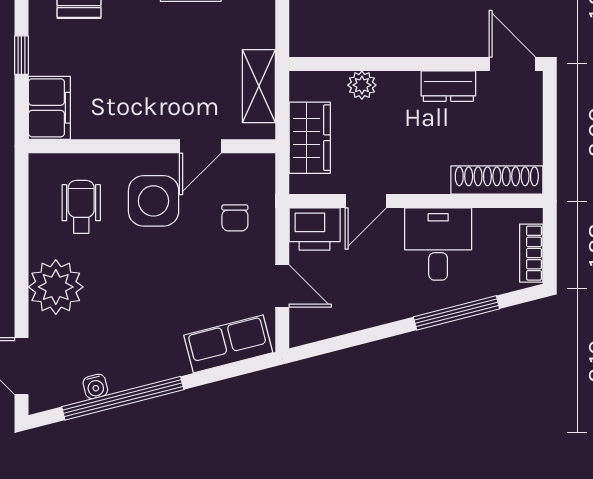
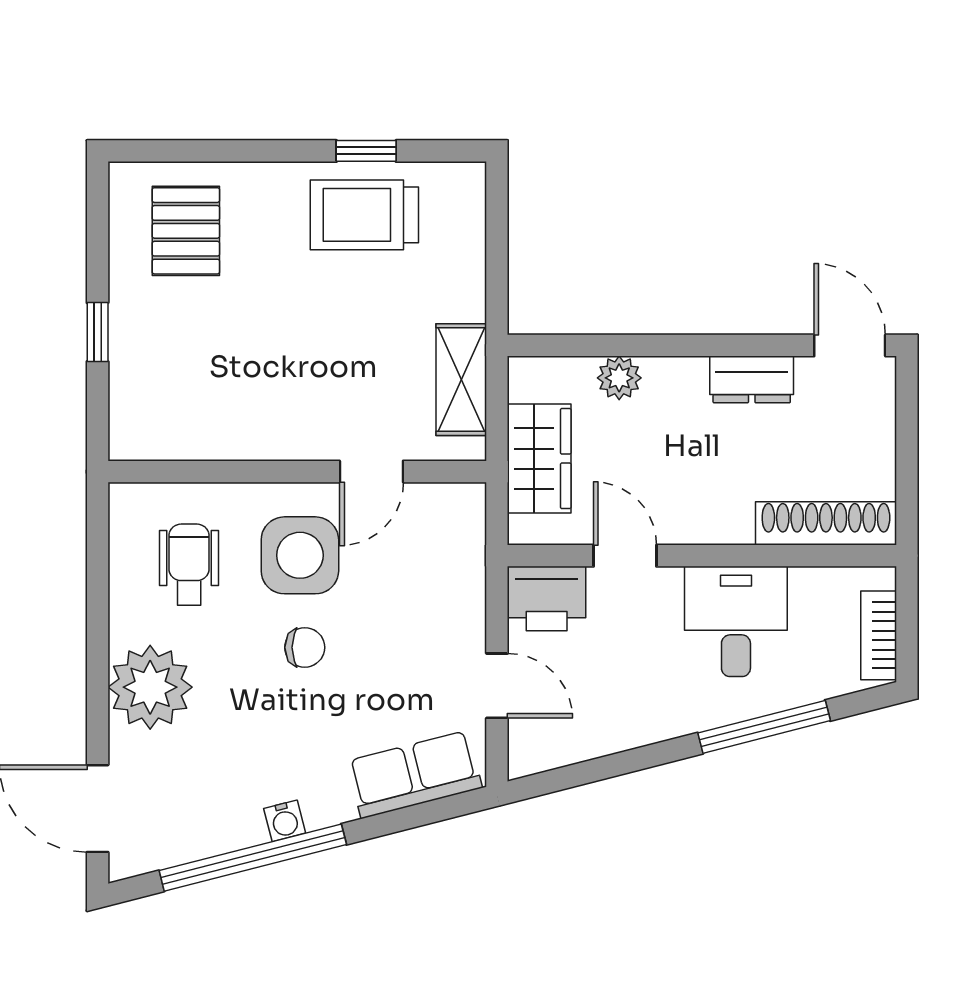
filing cabinet: (49, 108) -> (140, 413), removed
door: (366, 201) -> (625, 556), swing flipped
chair: (235, 218) -> (305, 647), moved, turned -90
water cooler: (95, 386) -> (285, 821), moved

